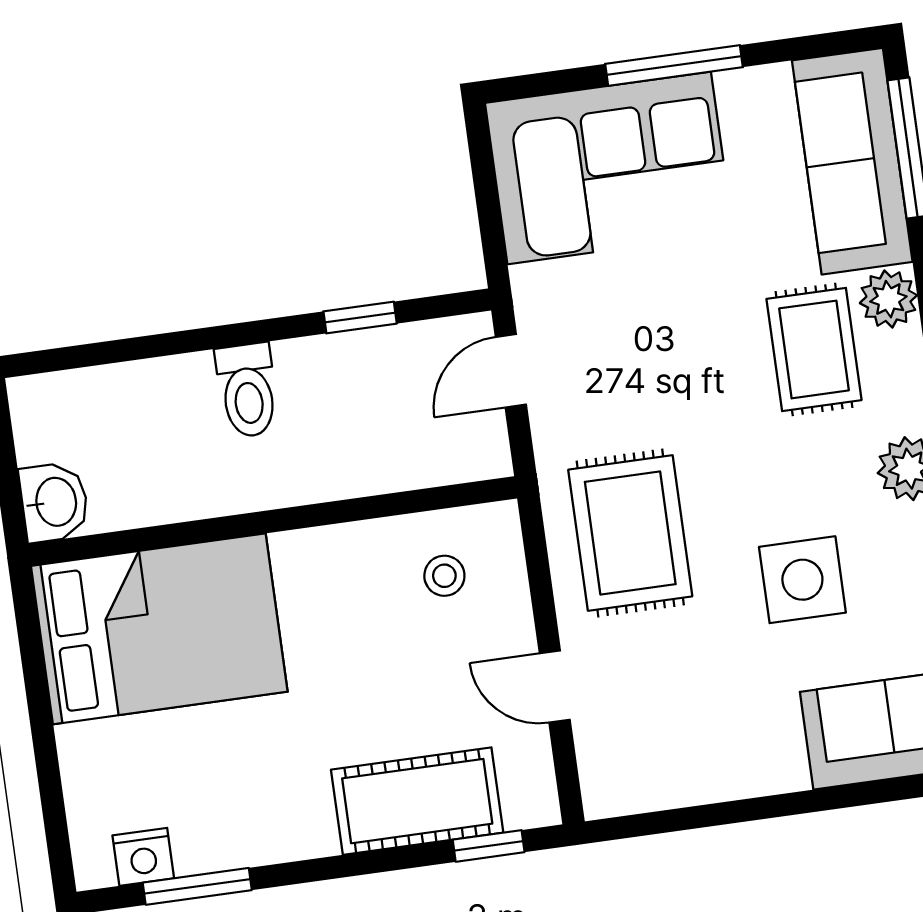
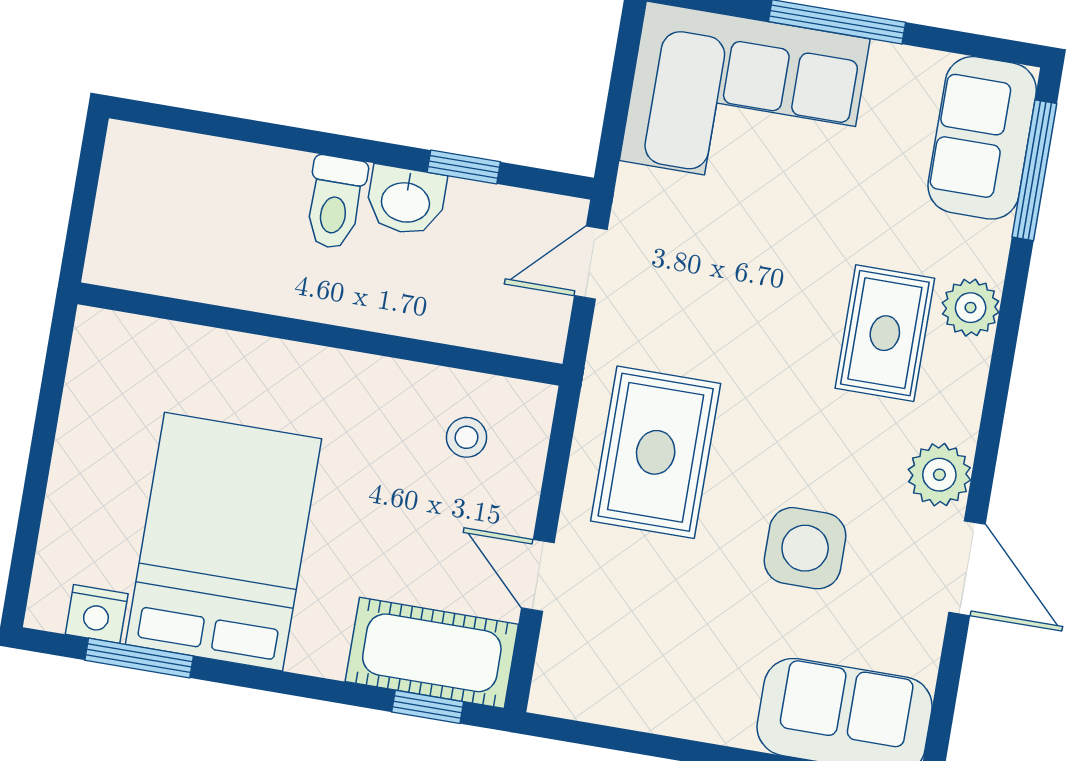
sofa: (852, 161) -> (982, 138), width x0.73
washbasin: (54, 502) -> (406, 201), moved, turned 90
bed: (159, 629) -> (223, 542), moved, turned -90
cot: (417, 801) -> (432, 653), moved

